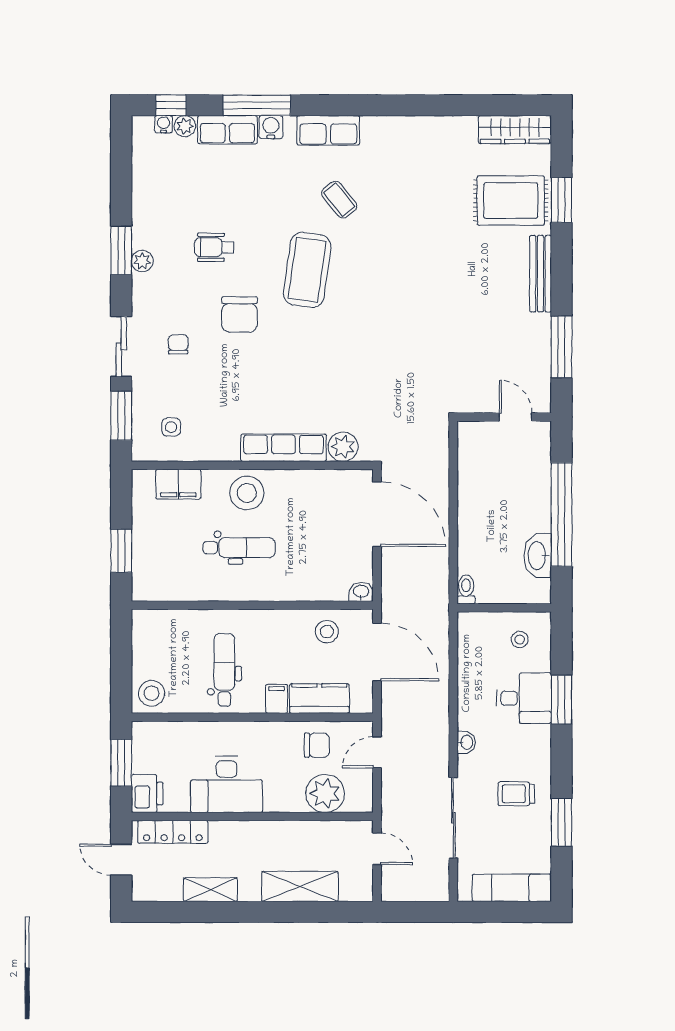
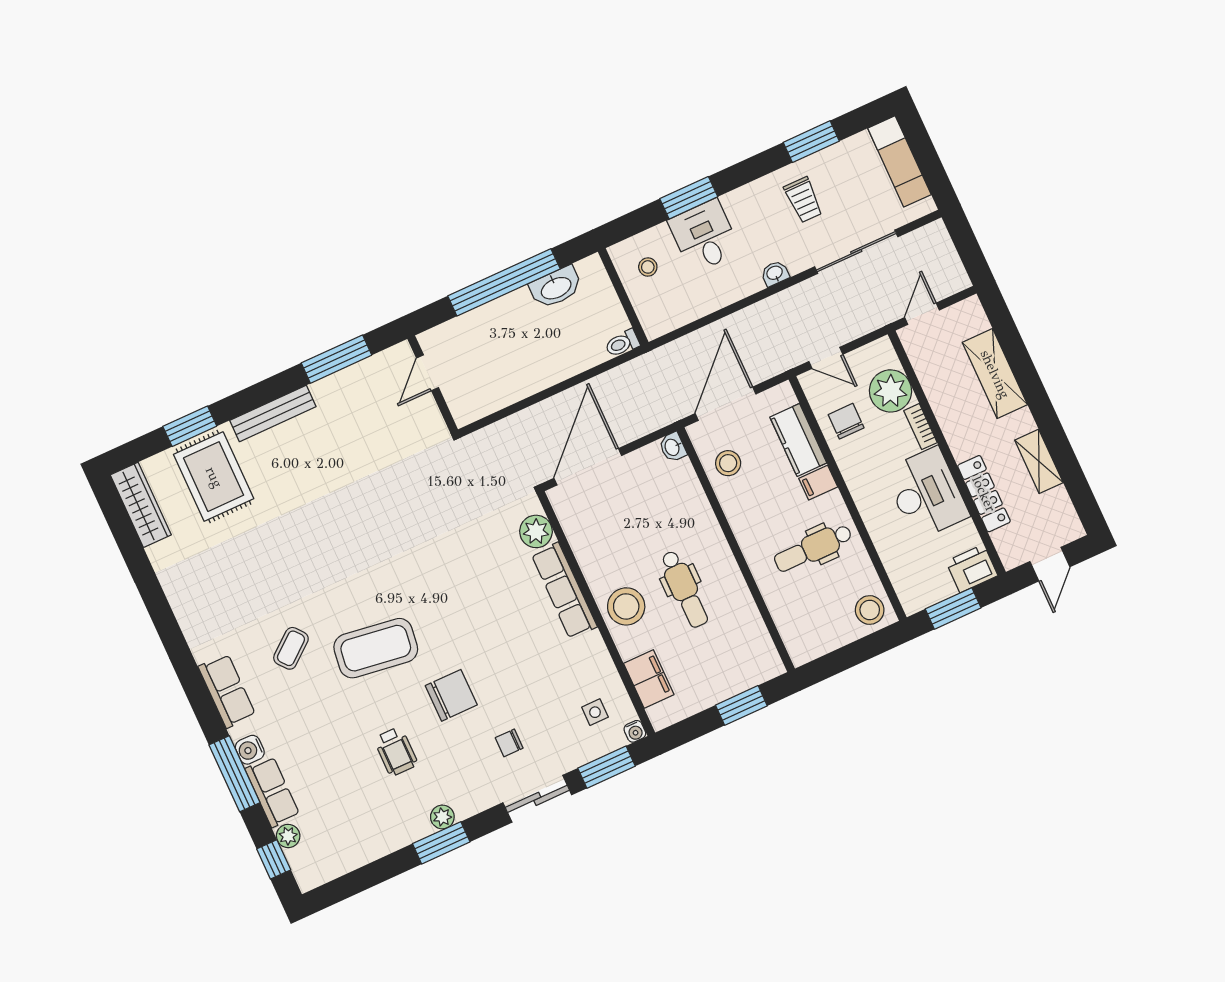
water cooler: (164, 124) -> (635, 731), moved, turned -90
dental chair: (239, 548) -> (684, 589), turned 180
bookcase: (284, 805) -> (921, 427), added
locker: (173, 832) -> (984, 494), moved

